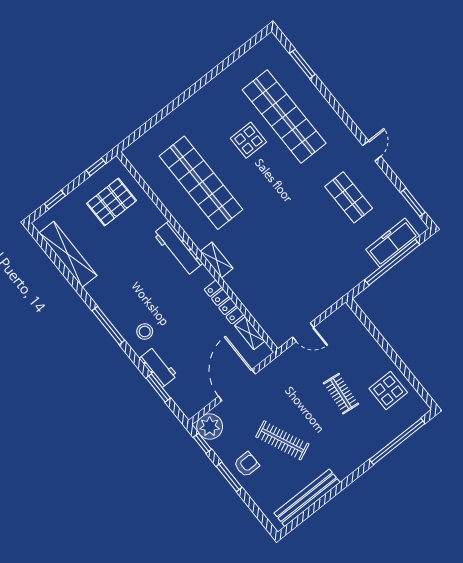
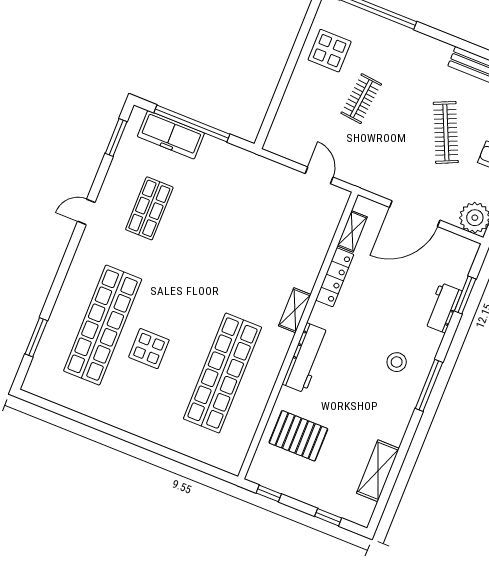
pallet: (111, 202) -> (298, 436), moved
shelving: (68, 254) -> (378, 471), width x0.68
stool: (145, 331) -> (397, 362), moved

